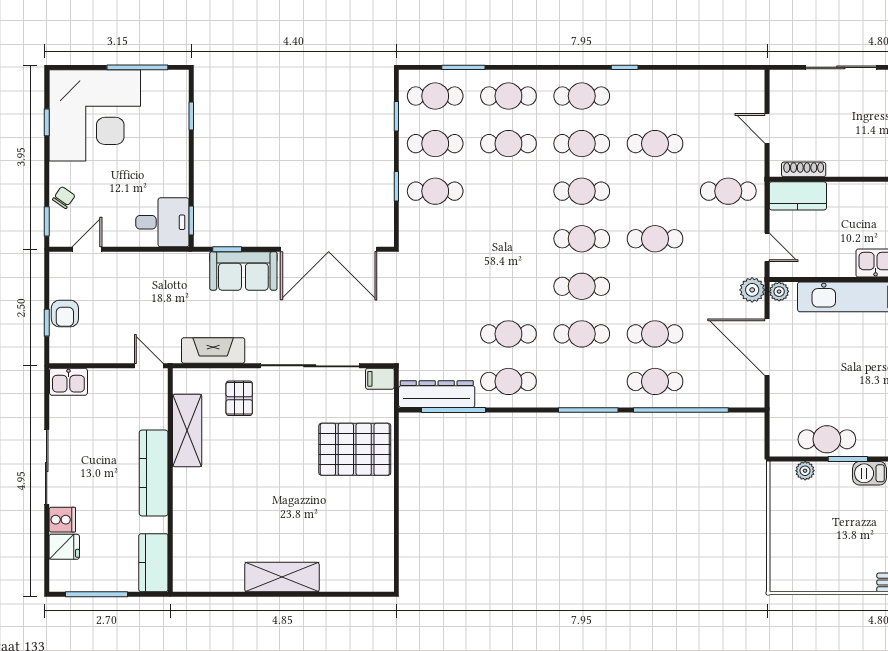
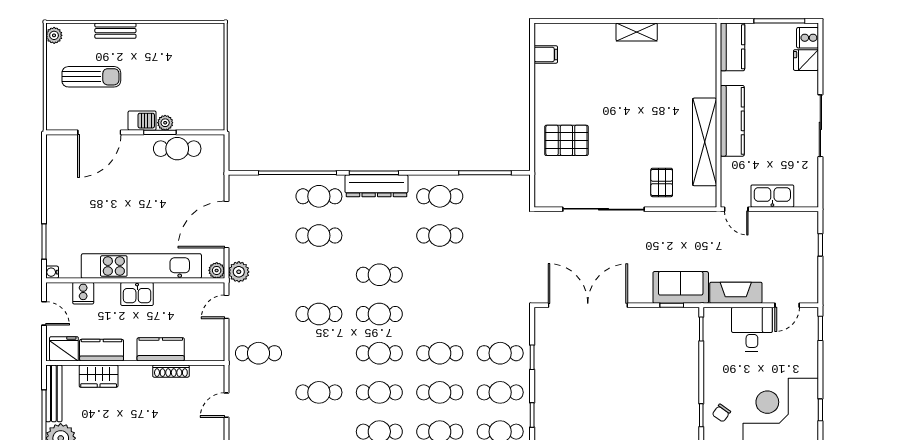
door: (767, 128) -> (227, 405), swing flipped
shoe rack: (804, 169) -> (171, 371), moved
kitchen counter: (798, 196) -> (161, 349), moved
chair: (64, 198) -> (721, 413), moved
desk: (162, 222) -> (752, 329), moved, turned 90
door: (767, 247) -> (227, 307), hinge flipped
sofa: (243, 271) -> (681, 287), moved
armchair: (65, 313) -> (805, 252), removed
cafe table: (582, 334) -> (440, 353), moved
door: (767, 347) -> (227, 225), swing flipped
fireplace: (213, 350) -> (736, 293), moved, turned 180
filing cabinet: (380, 379) -> (546, 54), moved
kitchen sink: (68, 382) -> (772, 196), moved, width x1.38
dresser: (437, 394) -> (376, 186), moved
shelving: (187, 430) -> (705, 142), width x1.47
pallet: (355, 449) -> (566, 140), width x0.73, depth x0.71
plant: (805, 471) -> (165, 123), moved
cooker: (62, 520) -> (808, 38), moved
shelving: (282, 577) -> (637, 32), width x0.67, depth x0.75

